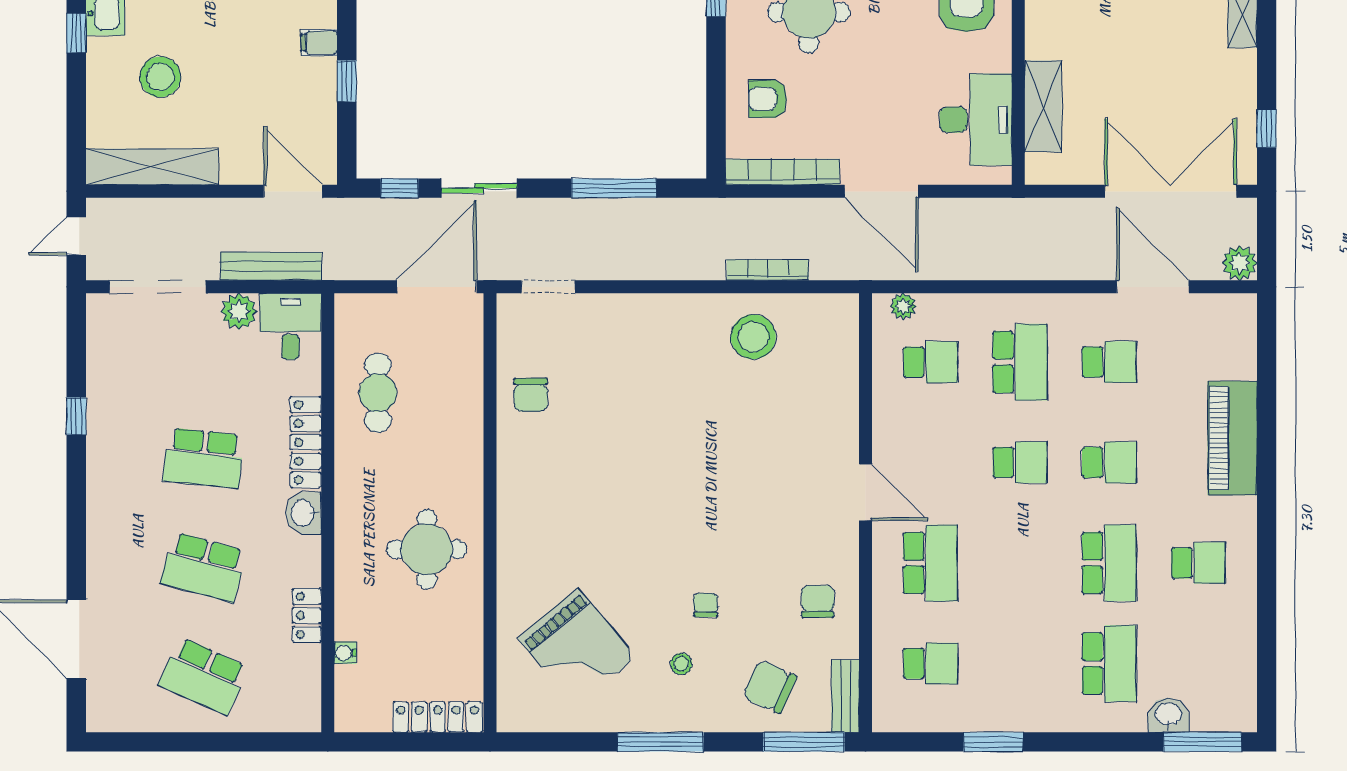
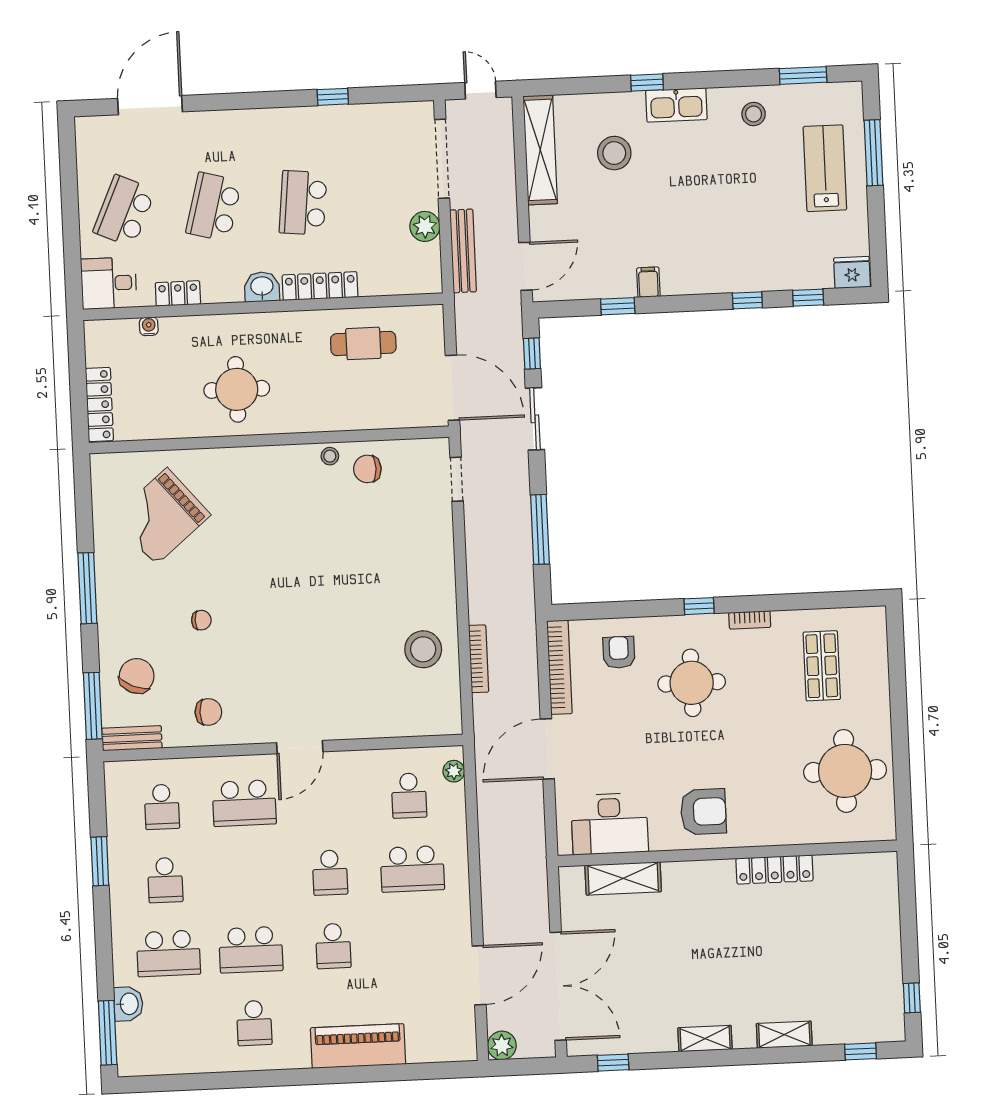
desk: (291, 326) -> (109, 283), moved, turned 180
school desk: (1109, 362) -> (165, 880), moved
stool: (681, 664) -> (330, 456), moved

